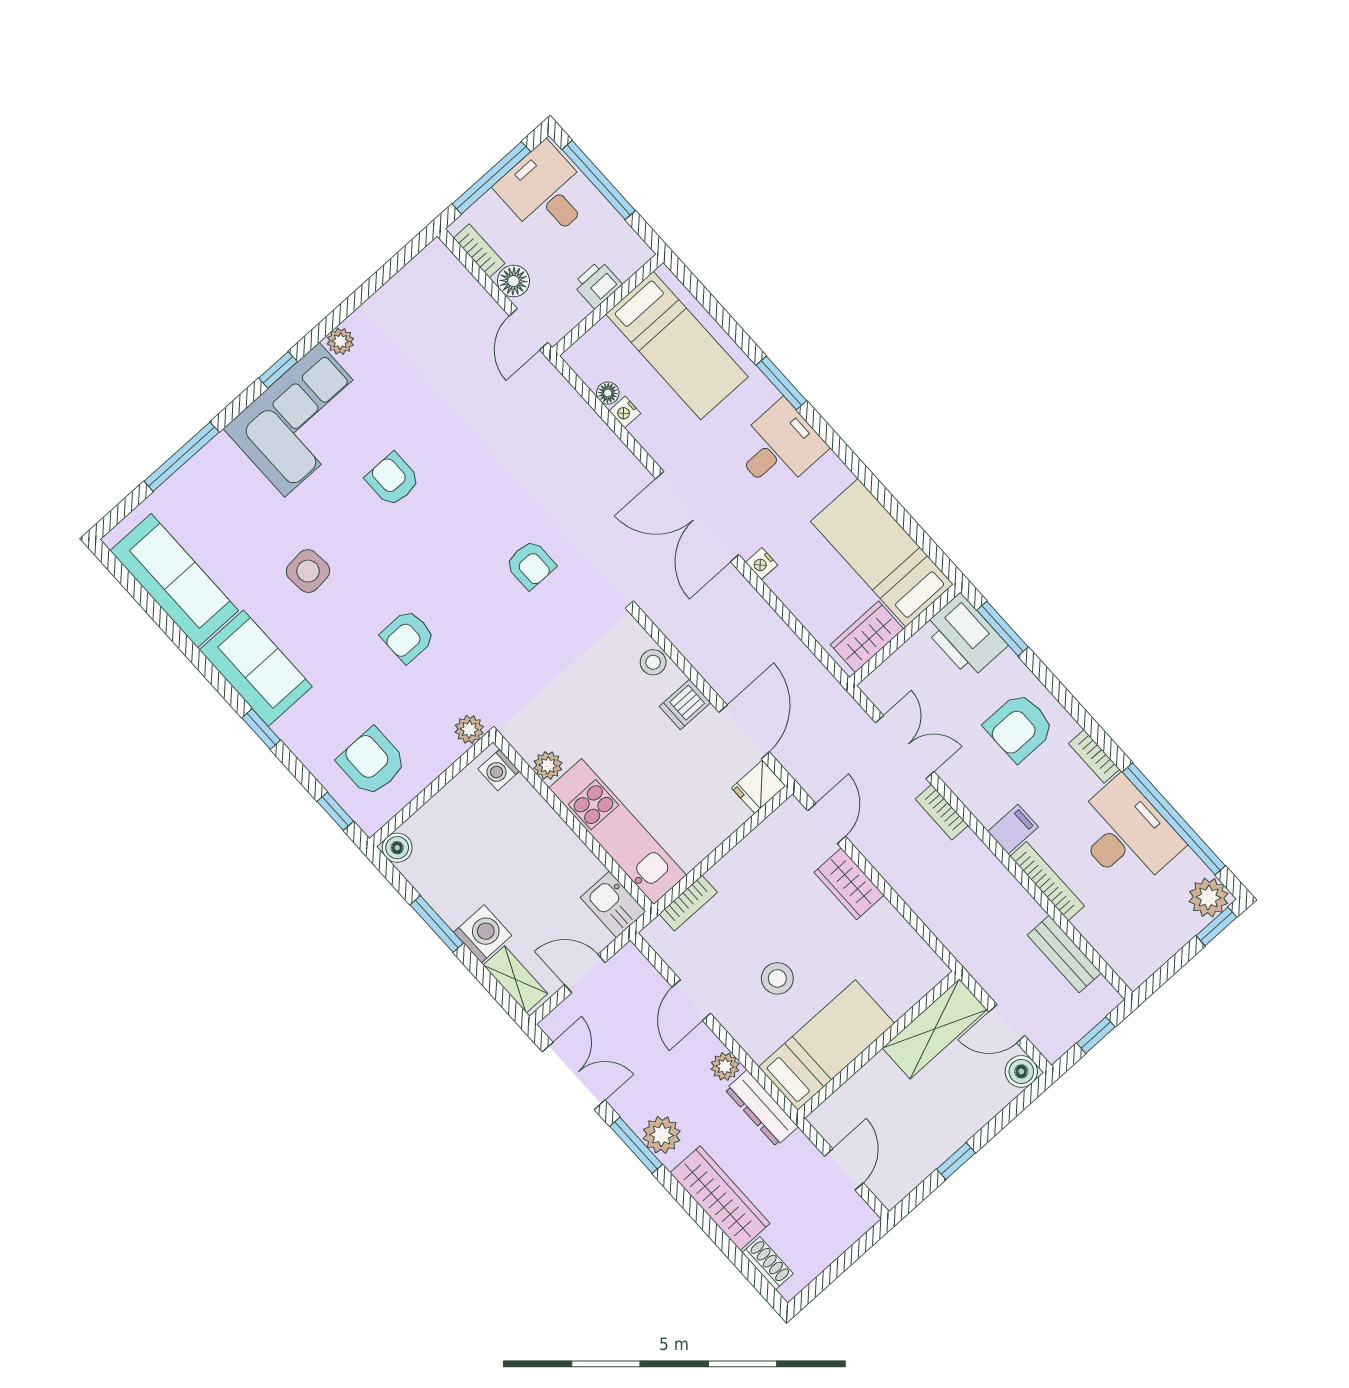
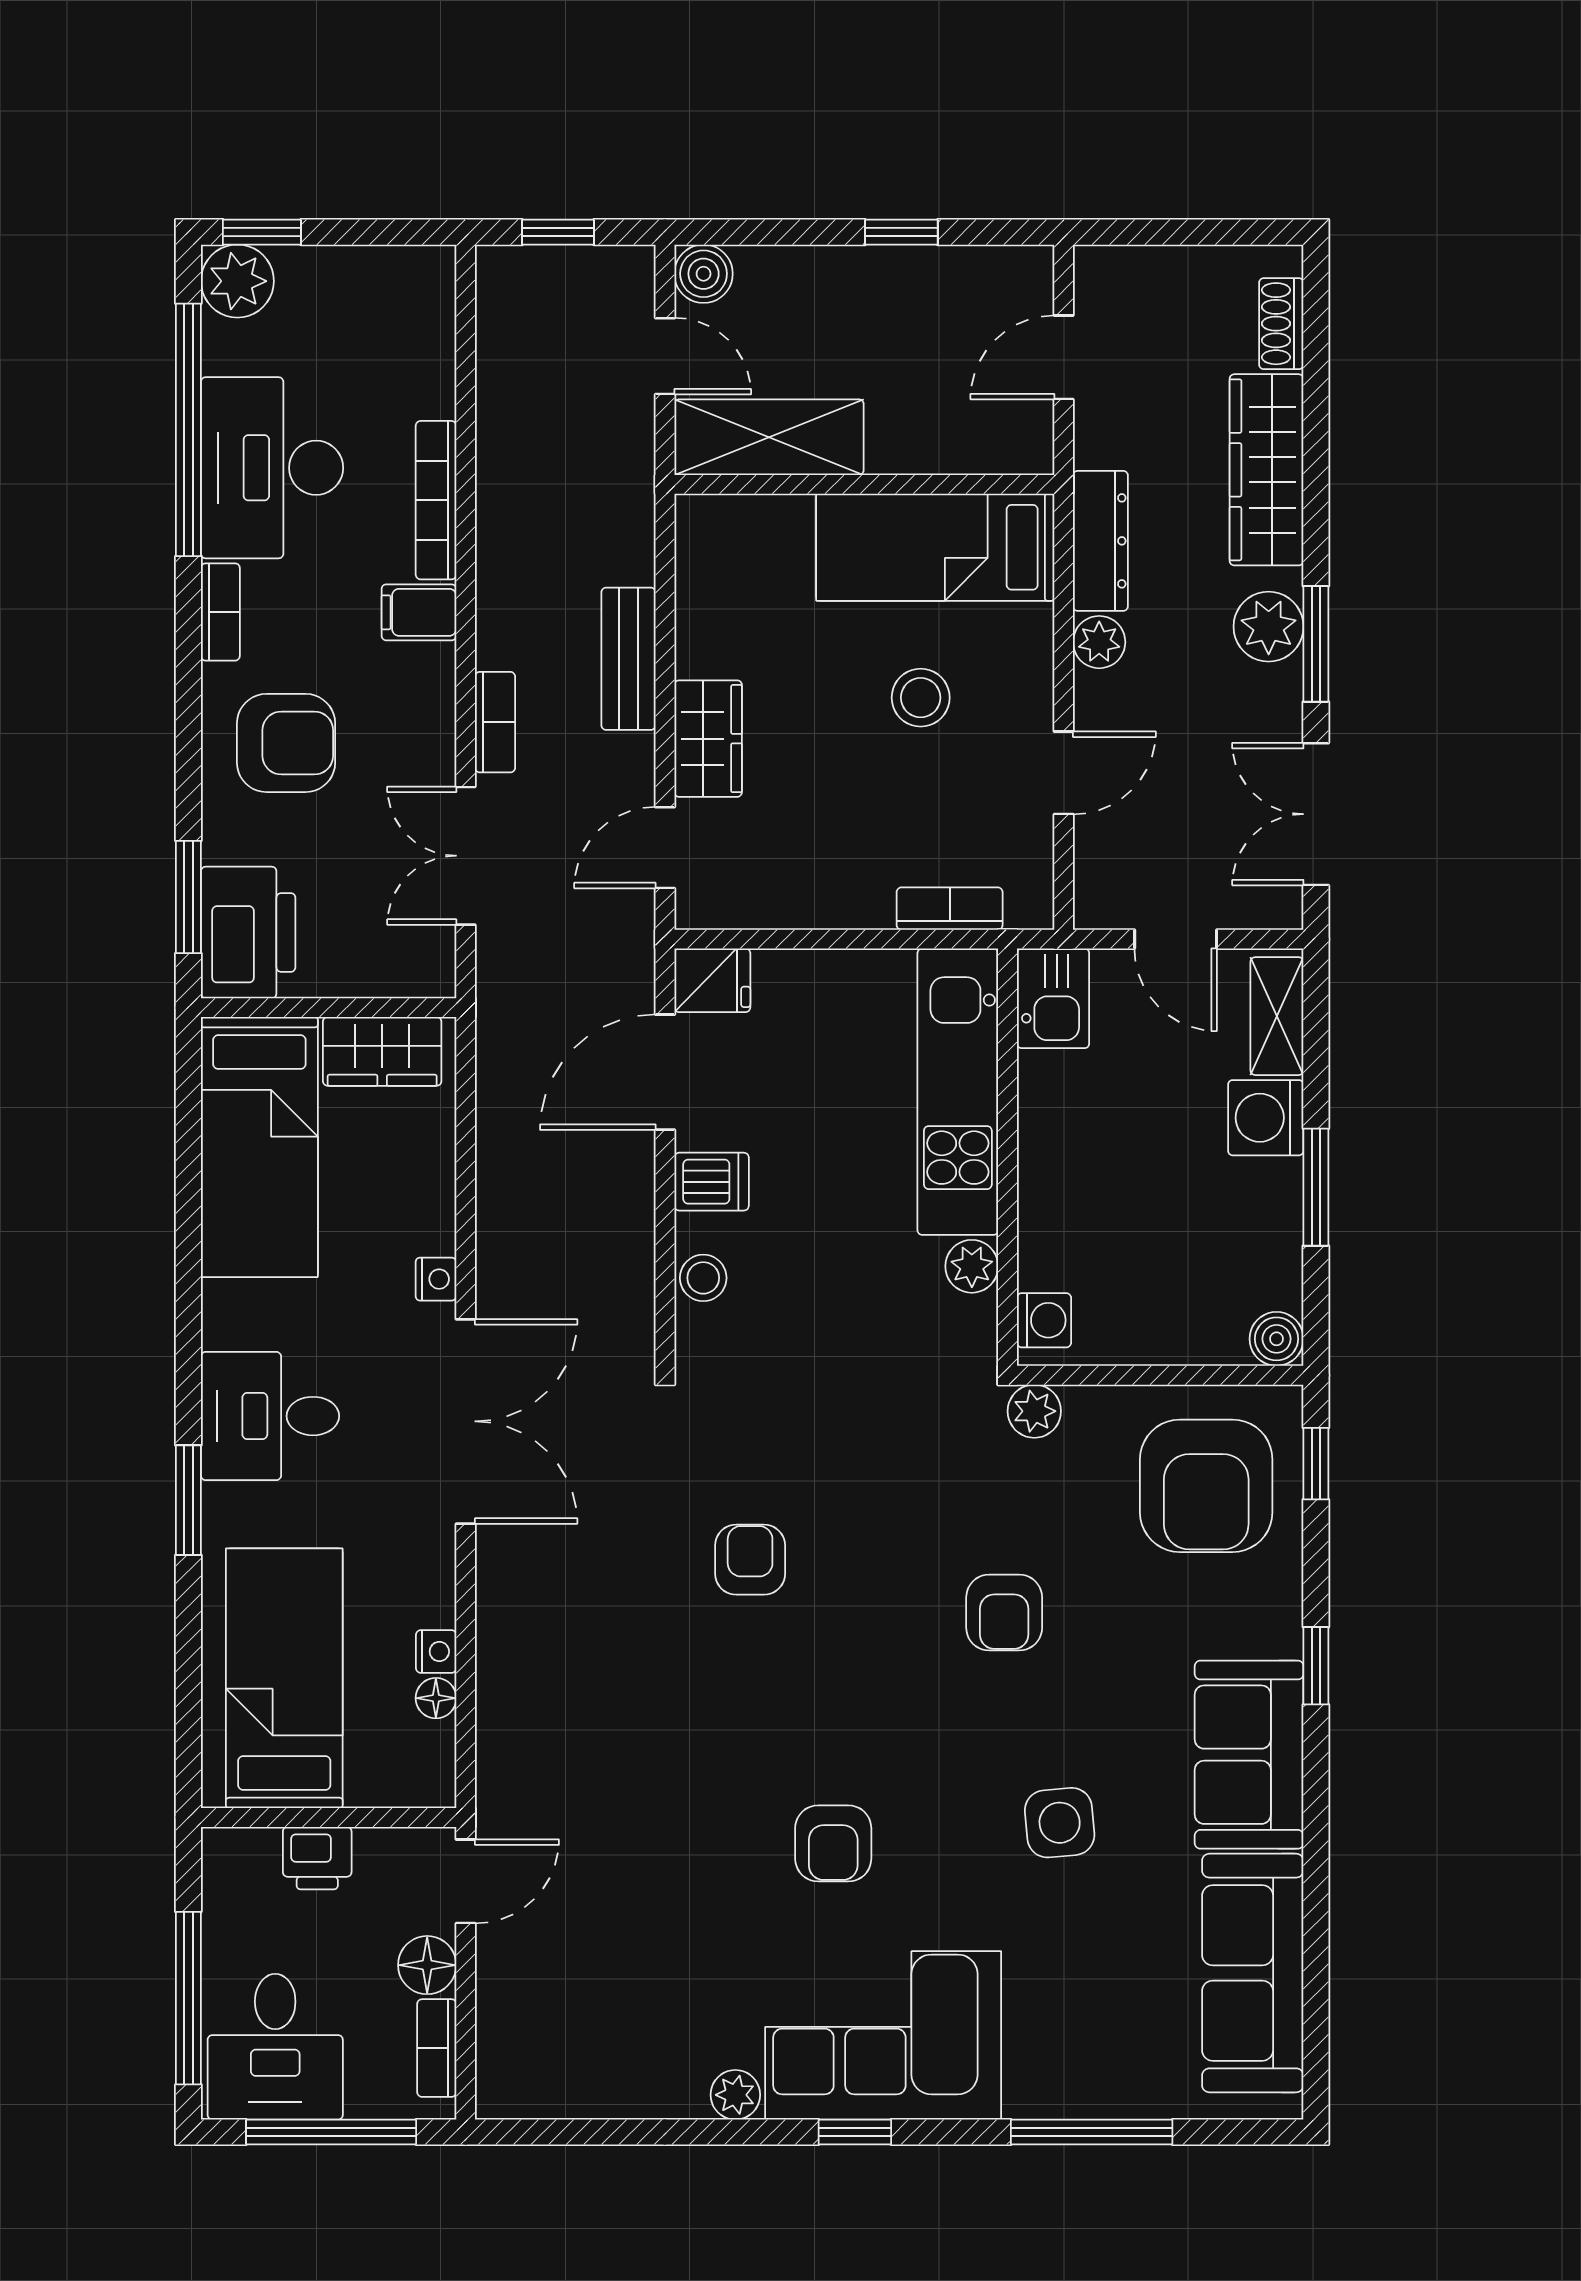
armchair: (408, 636) -> (1004, 1613), turned 90
armchair: (372, 762) -> (1206, 1486), width x1.36, depth x1.36
bench: (1064, 954) -> (628, 659), moved

